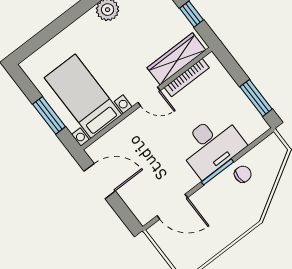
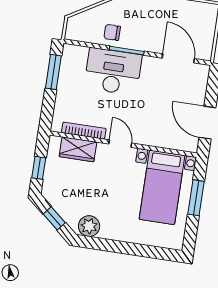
wardrobe: (176, 59) -> (78, 149), width x0.67

